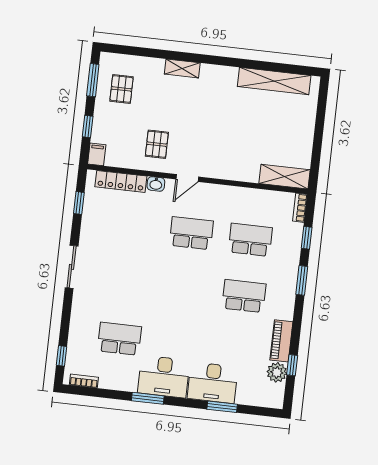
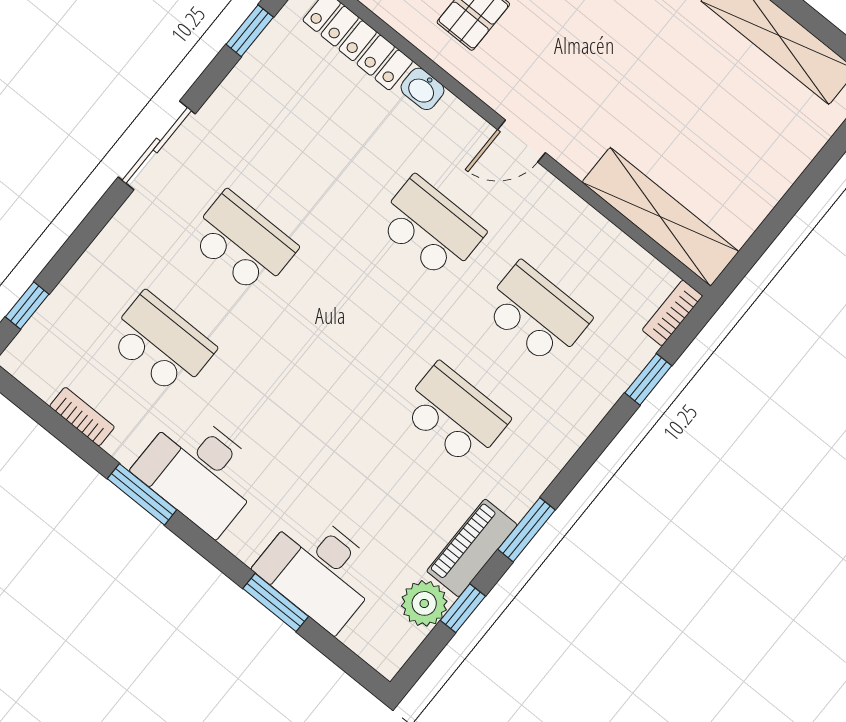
shelving: (285, 177) -> (660, 217), width x1.47
door: (187, 178) -> (522, 141), moved
window: (302, 280) -> (526, 530), moved
school desk: (126, 283) -> (243, 243), added
bookcase: (84, 381) -> (82, 417), moved
desk: (213, 383) -> (319, 570), moved

